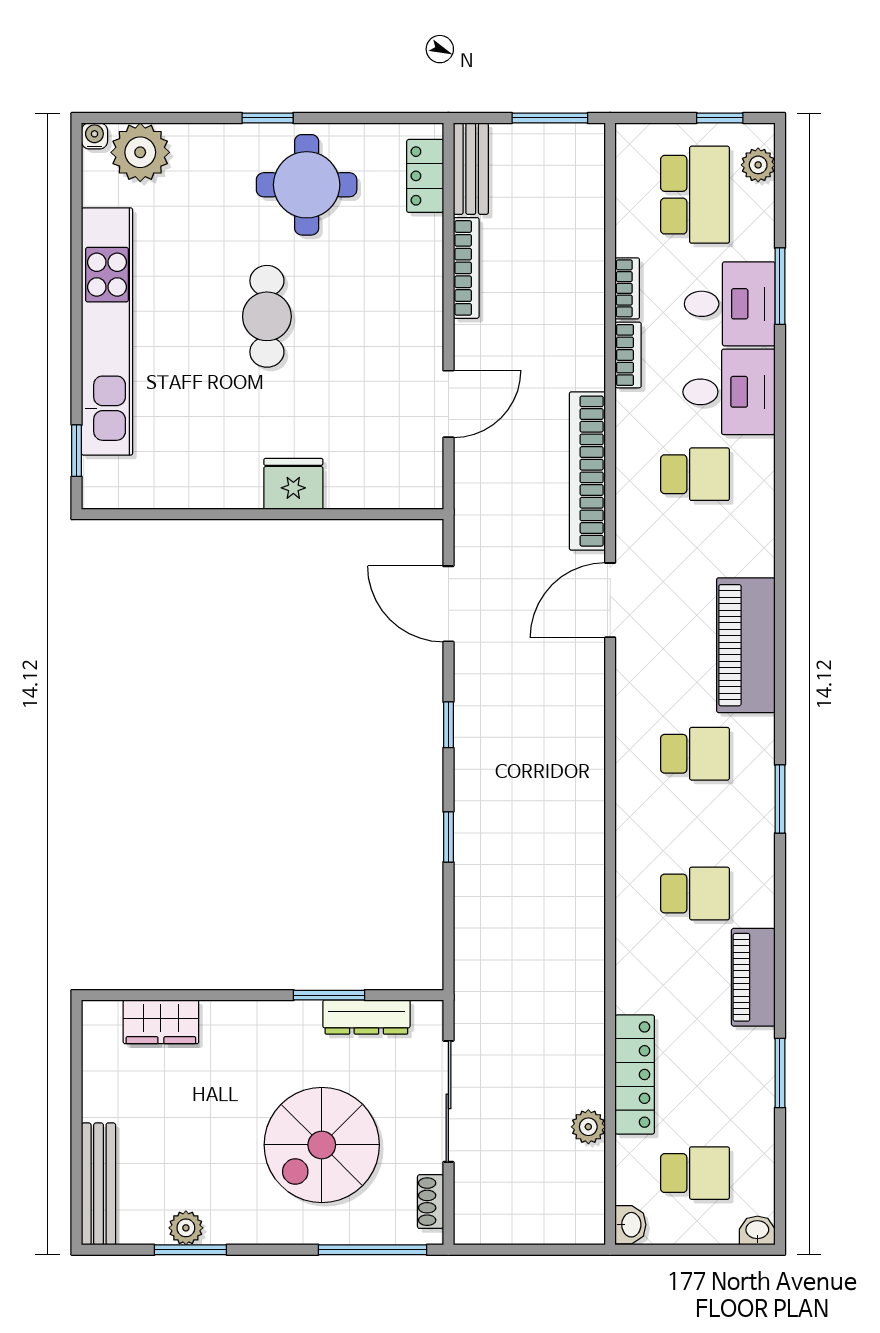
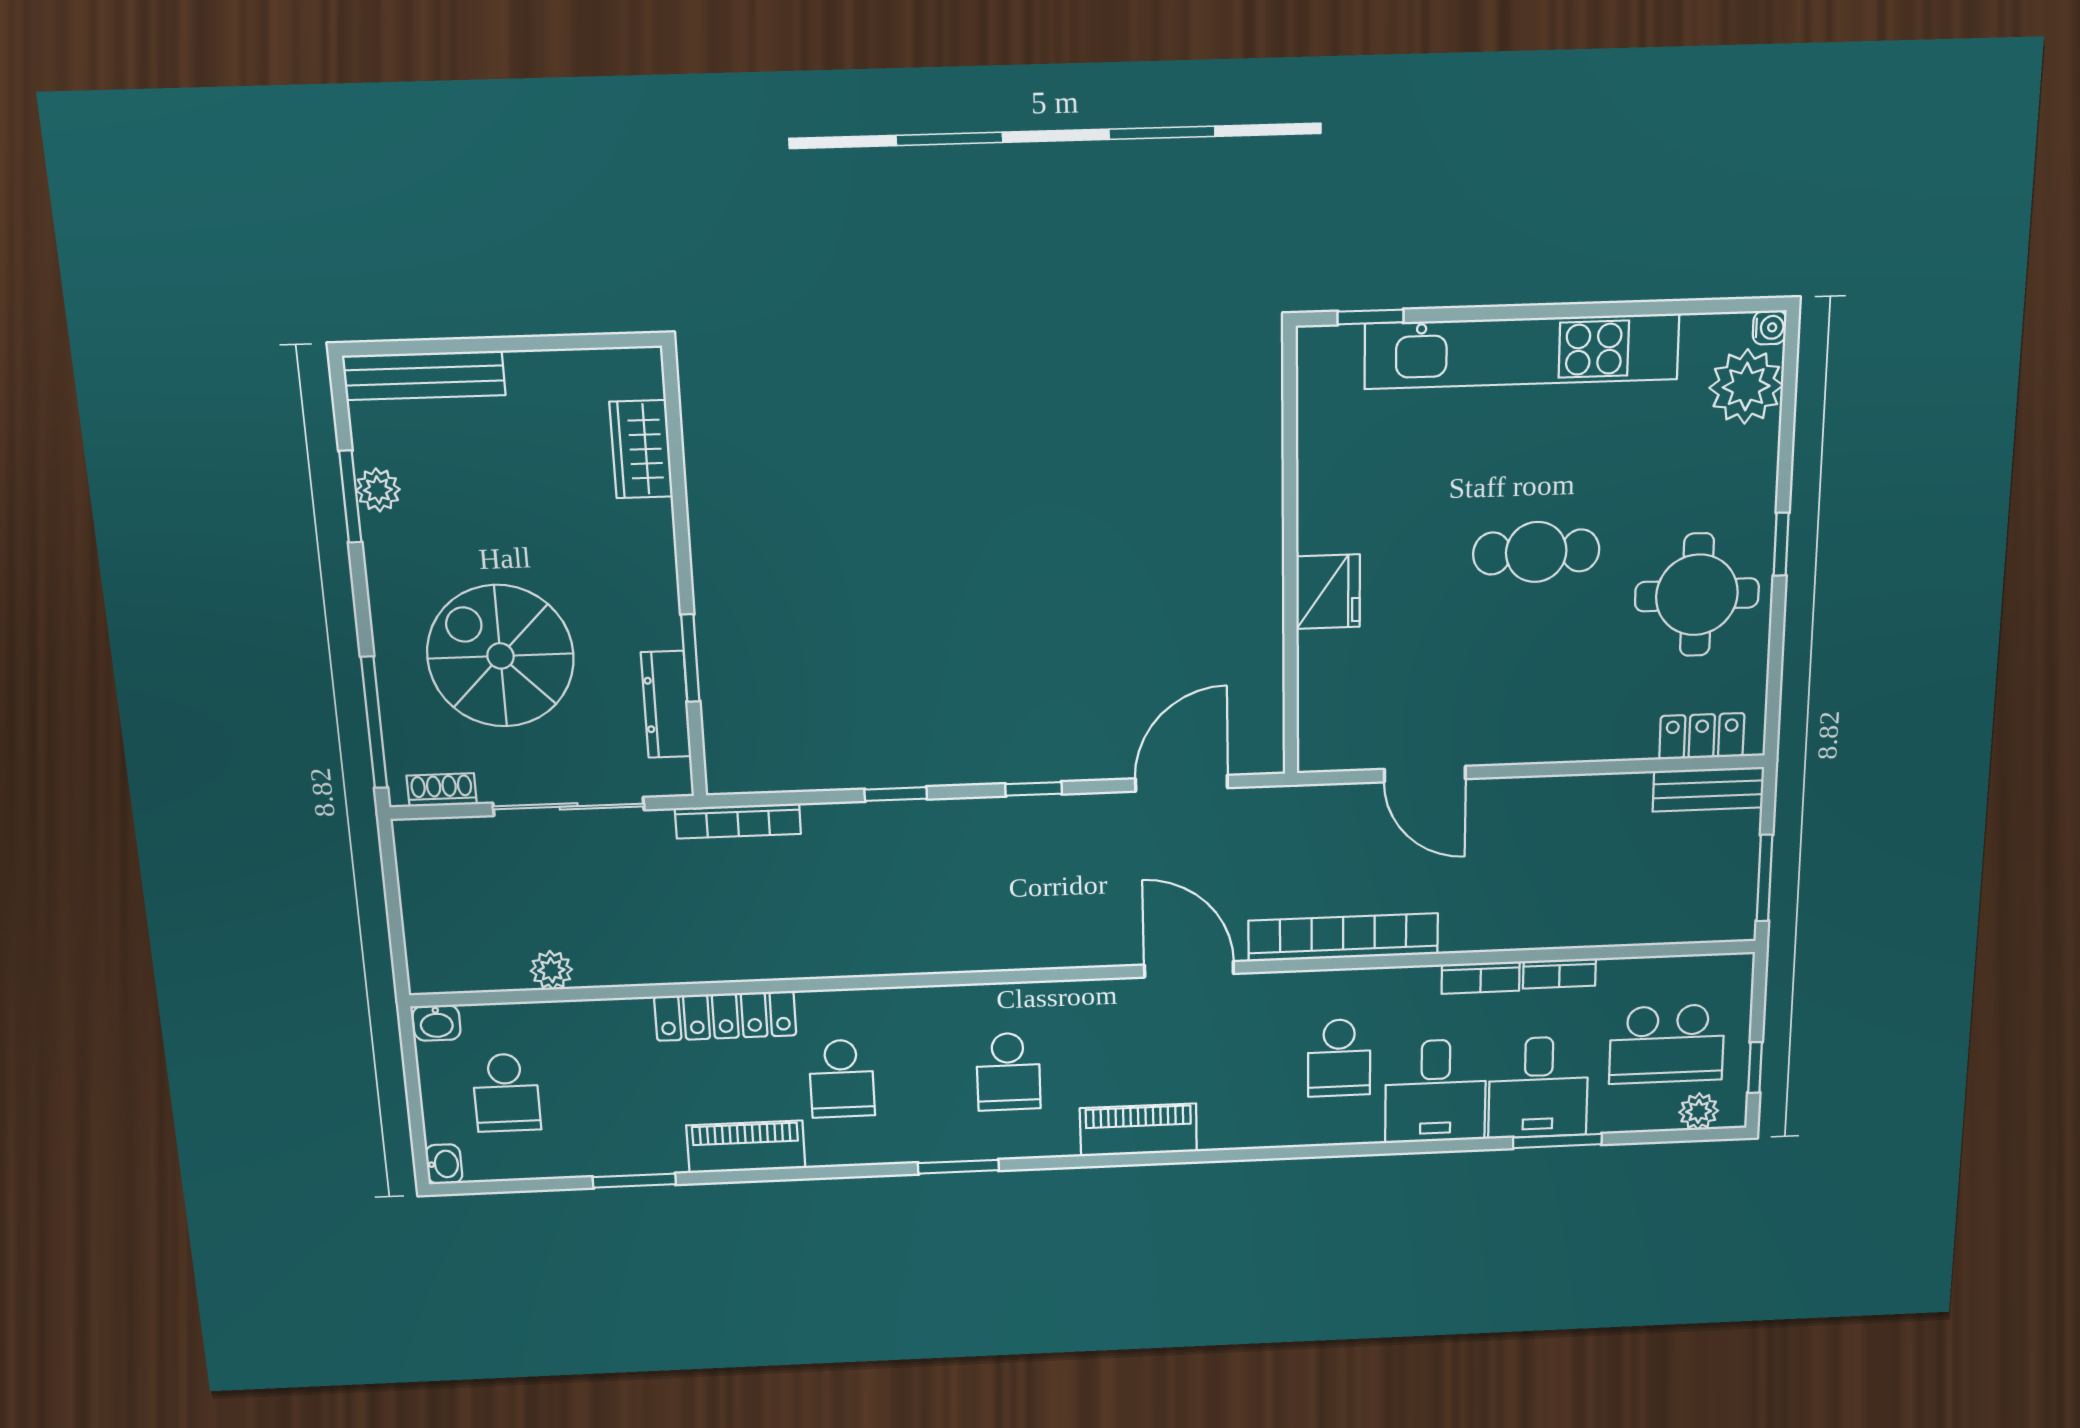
bookcase: (466, 268) -> (738, 821), moved
piano: (746, 645) -> (1138, 1130), width x0.73, depth x0.75
locker: (635, 1075) -> (725, 1016), moved

